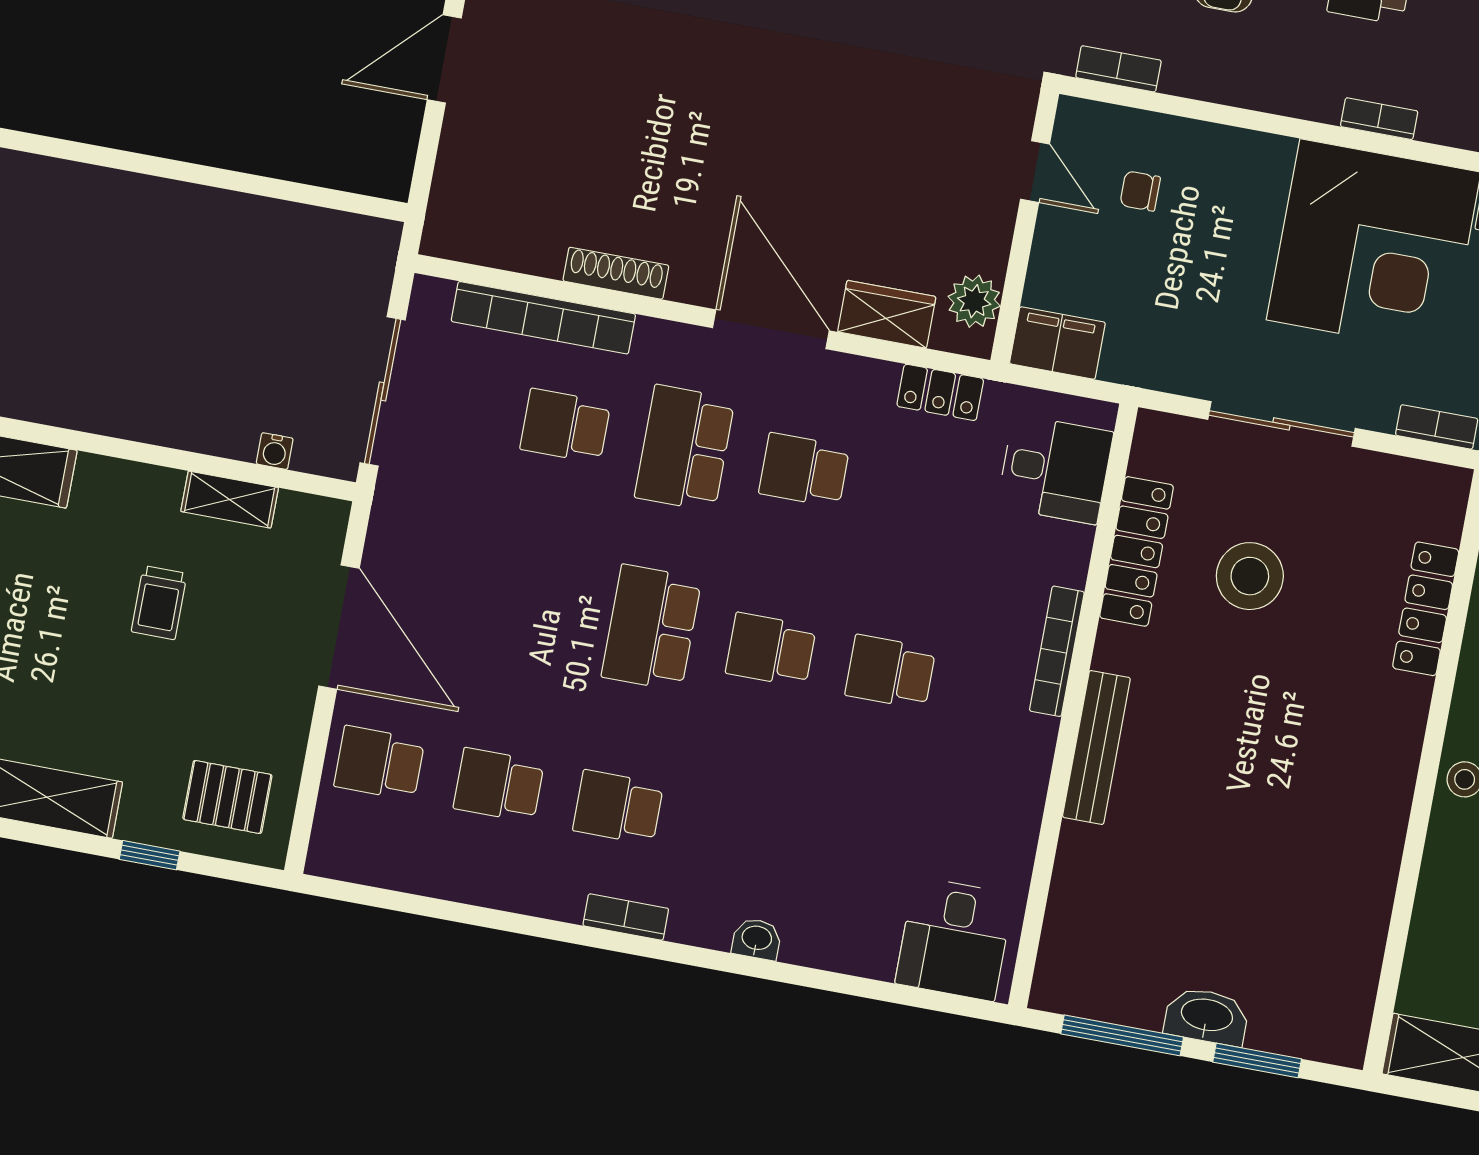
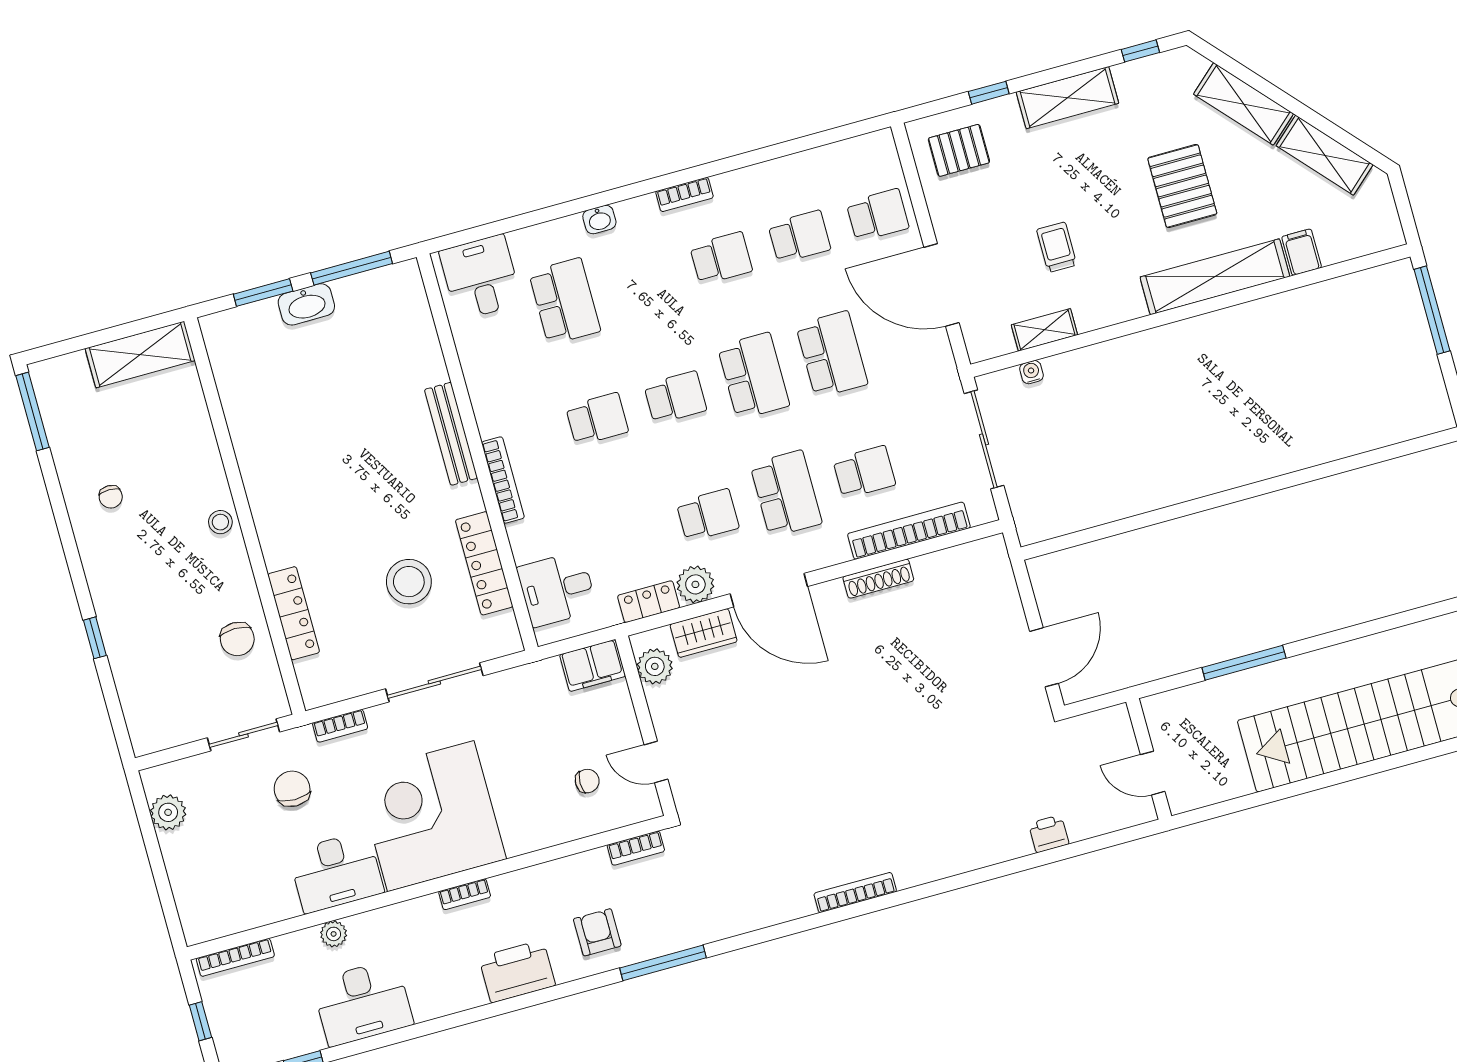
plant: (866, 385) -> (695, 584), added
school desk: (532, 606) -> (832, 354), added
school desk: (857, 852) -> (565, 301), added

